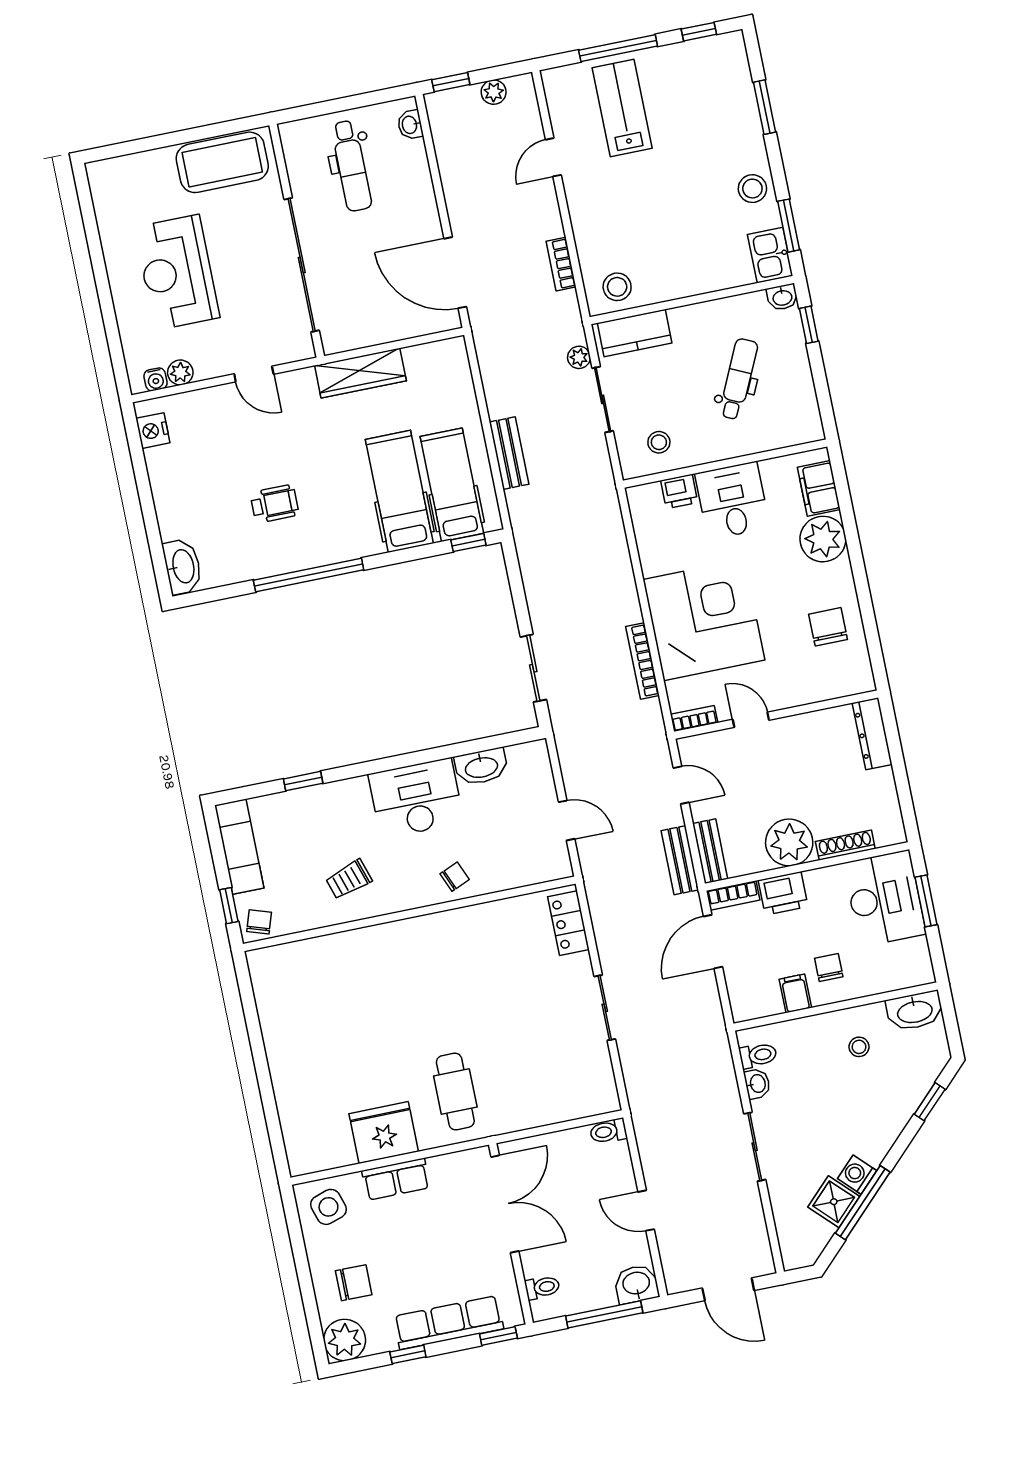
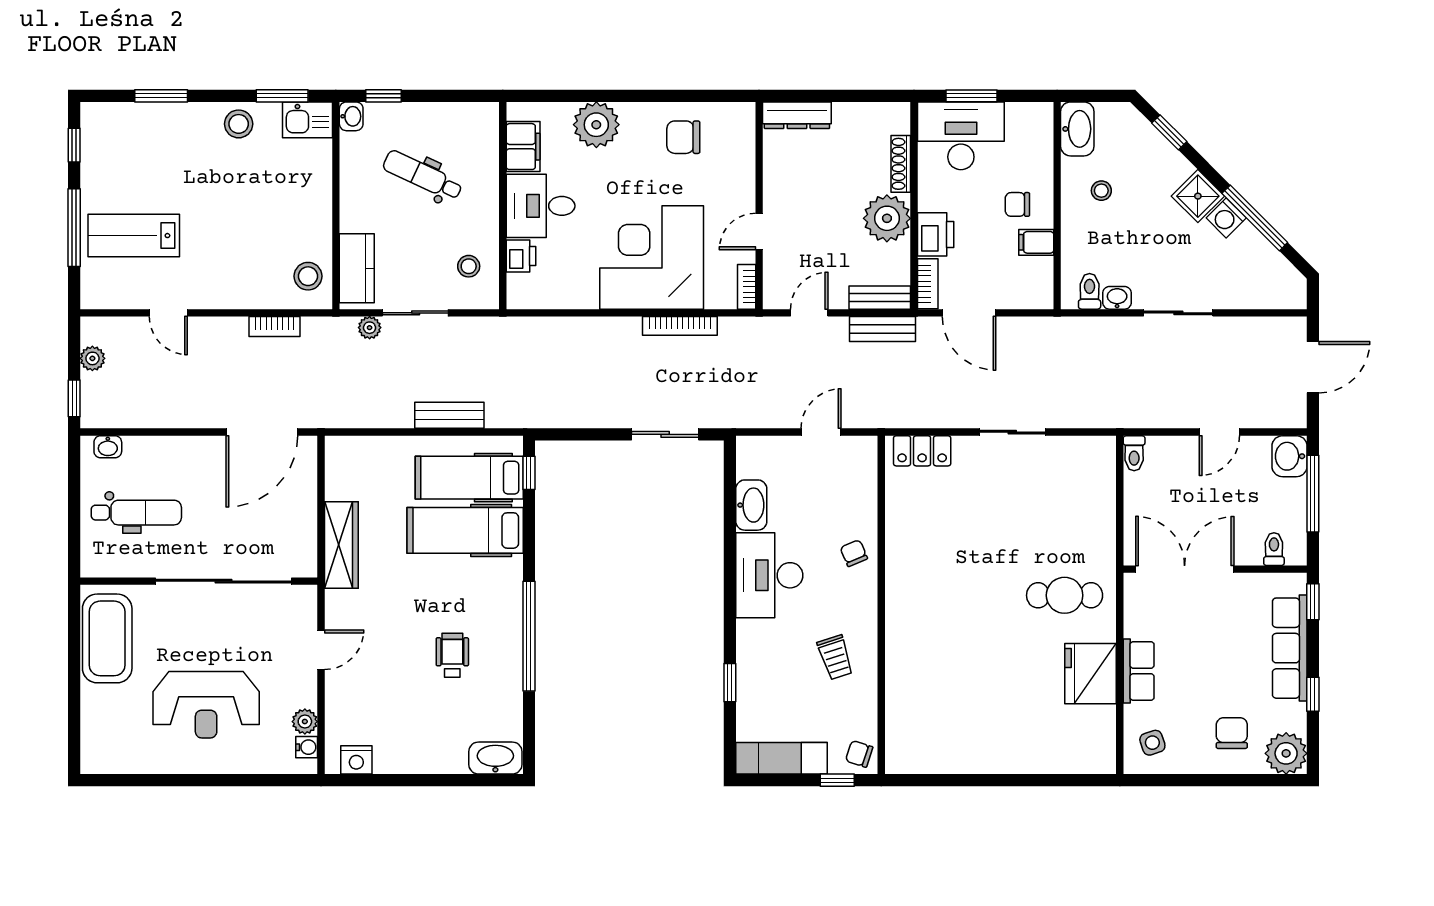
filing cabinet: (819, 488) -> (523, 147), moved, turned -90
shower: (834, 1202) -> (1198, 196), moved
side table: (328, 1207) -> (1152, 743), width x0.73, depth x0.73

